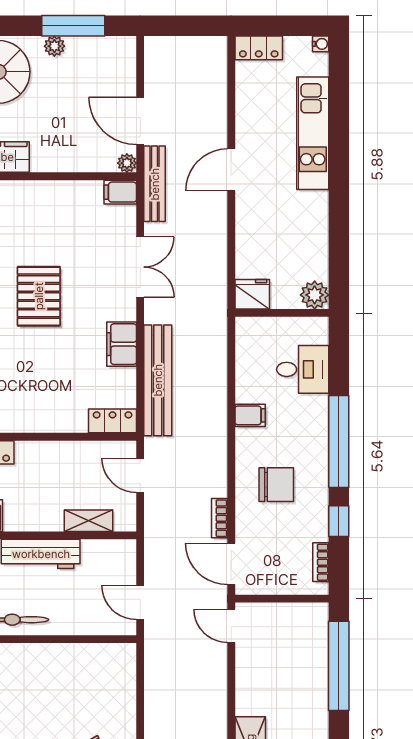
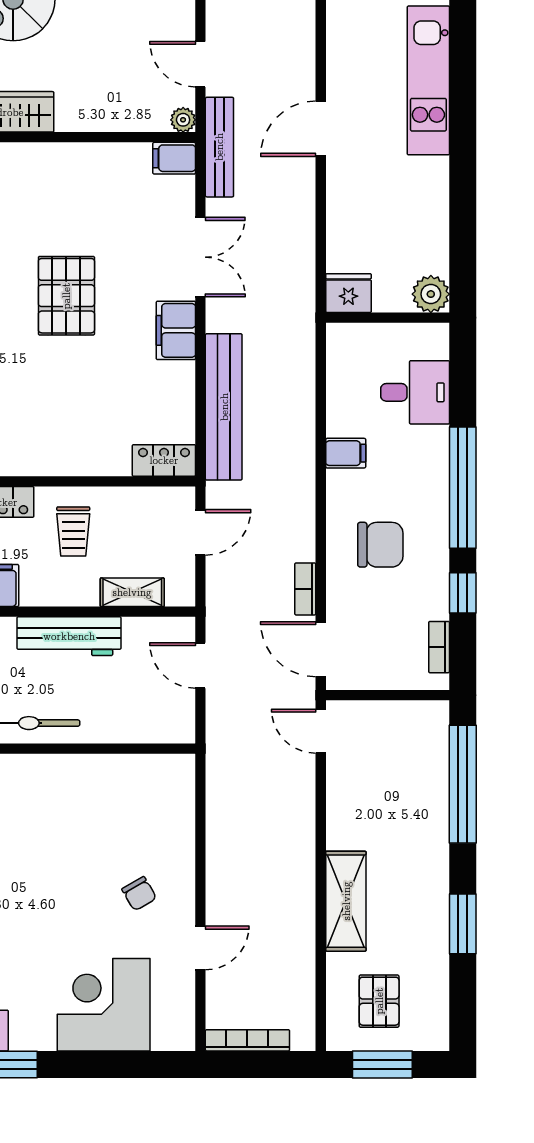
door: (140, 121) -> (200, 64), width x0.73
filing cabinet: (122, 344) -> (176, 330), moved
trolley: (44, 475) -> (73, 531), added
door: (140, 475) -> (200, 532), swing flipped
door: (140, 602) -> (200, 666), moved

